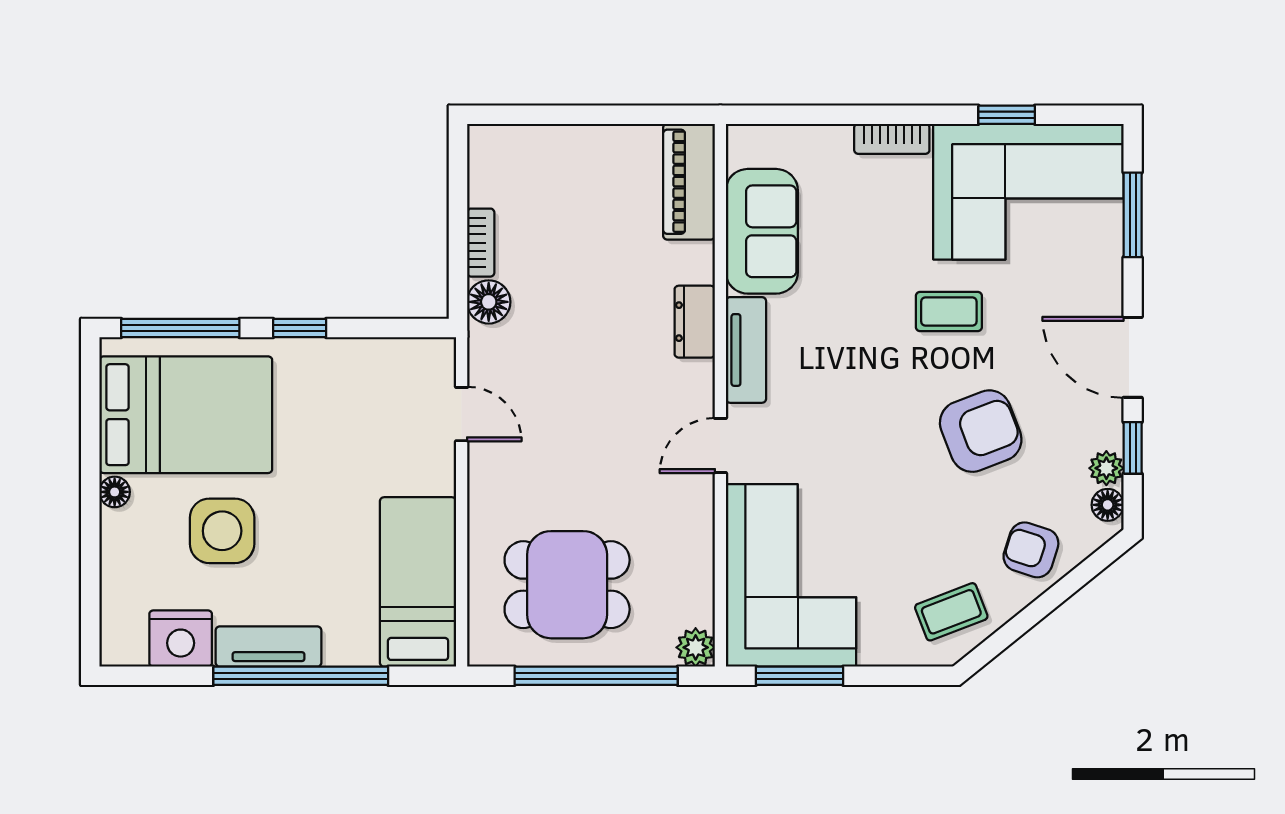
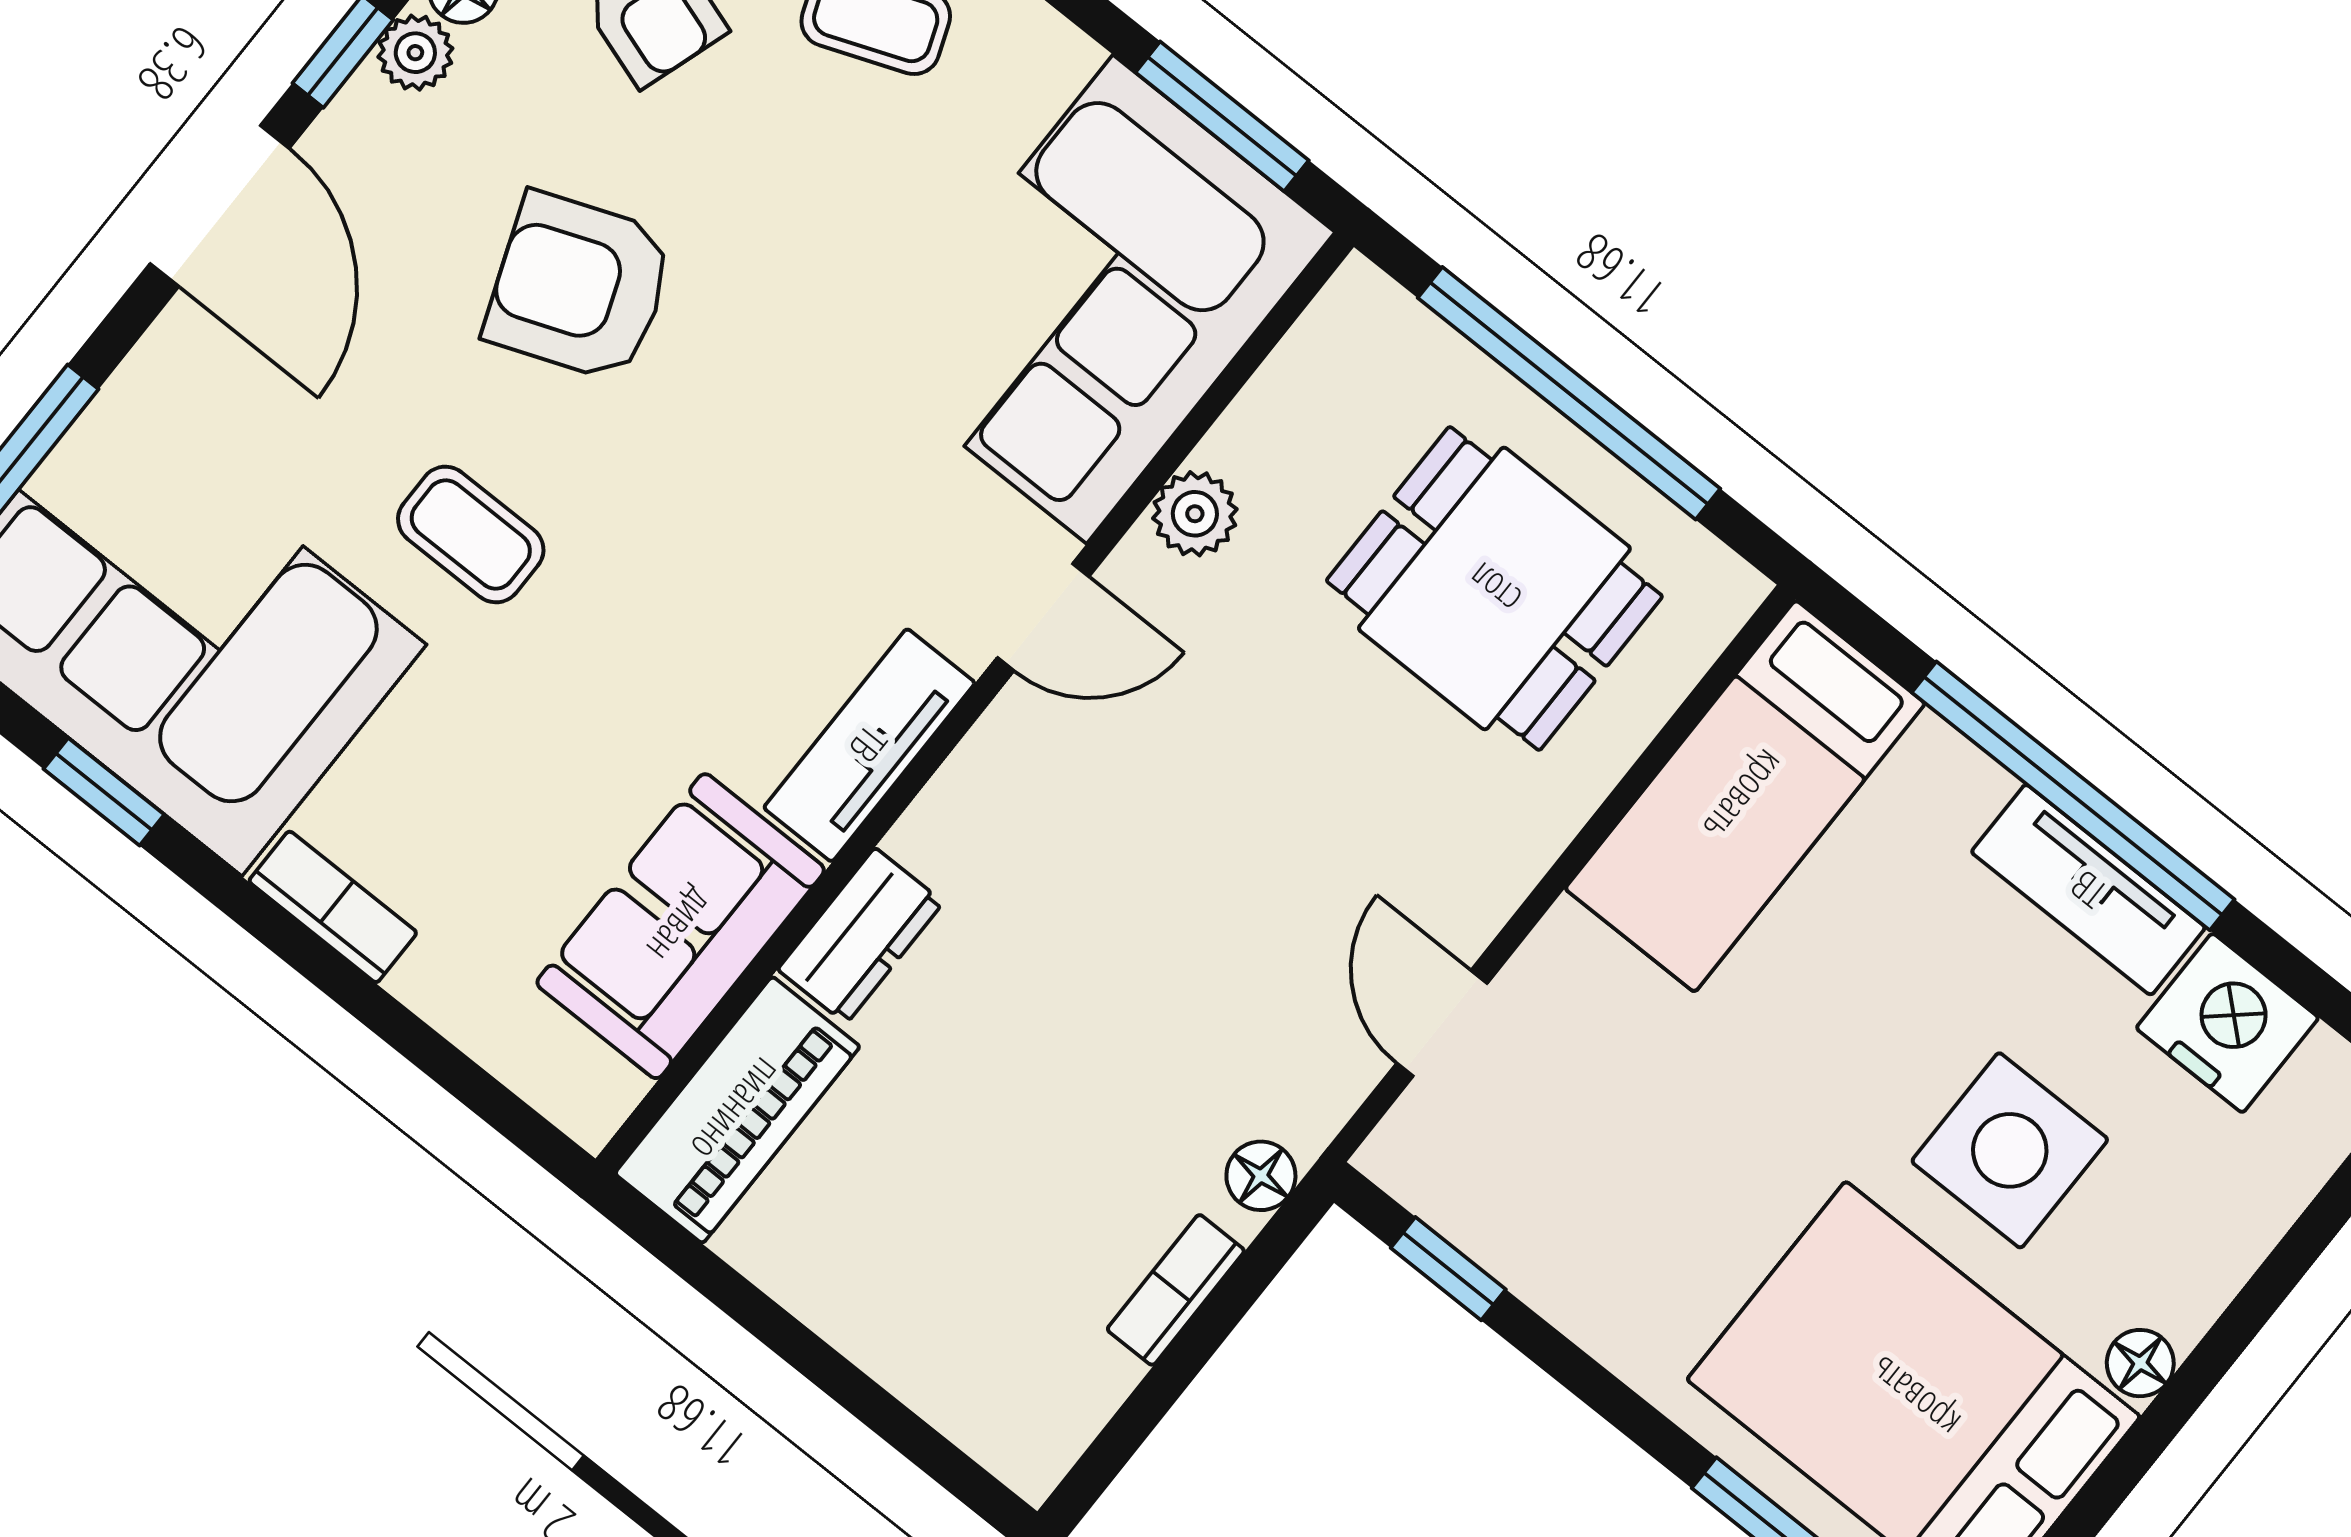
floor lamp: (489, 302) -> (1261, 1176), width x0.73, depth x0.73
dresser: (695, 322) -> (860, 936), moved
window: (300, 328) -> (1448, 1269), moved
plant: (696, 647) -> (1195, 514), moved

